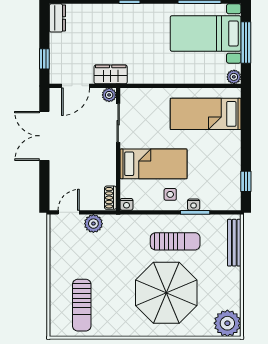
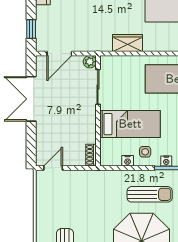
wardrobe: (111, 74) -> (128, 43), moved
nightstand: (126, 204) -> (128, 161), moved
plant: (93, 224) -> (76, 178), removed

